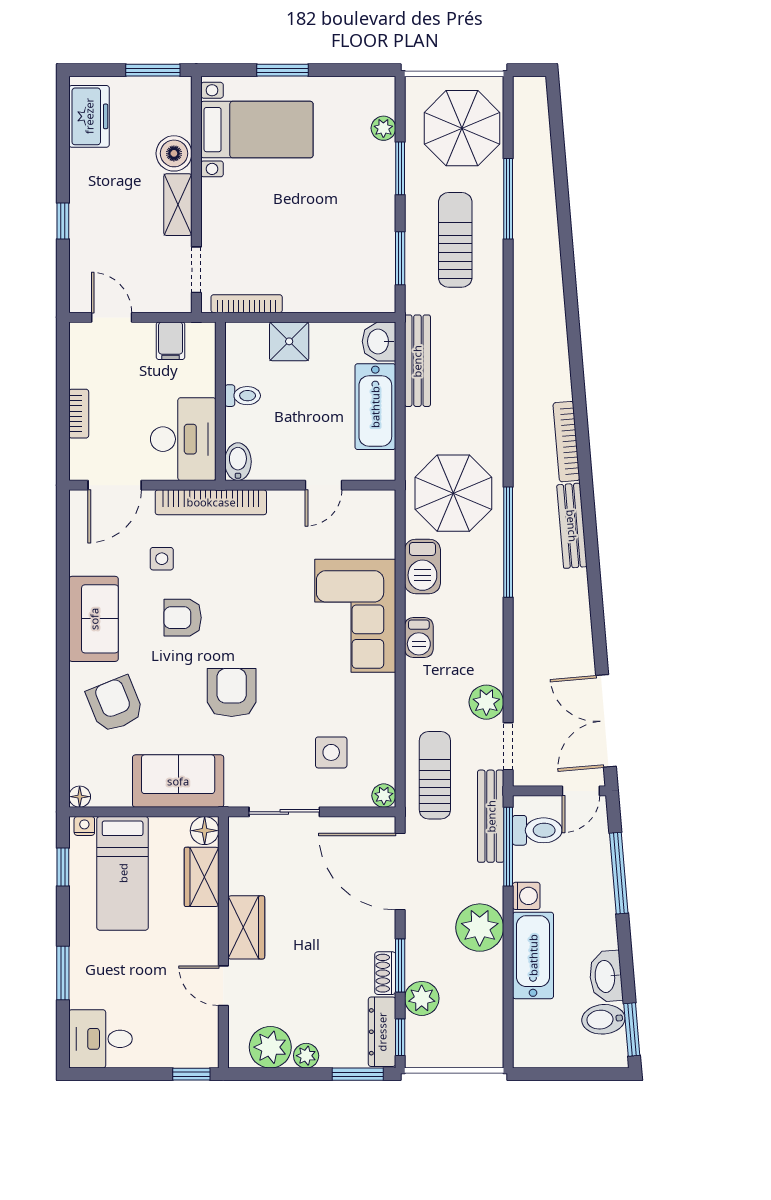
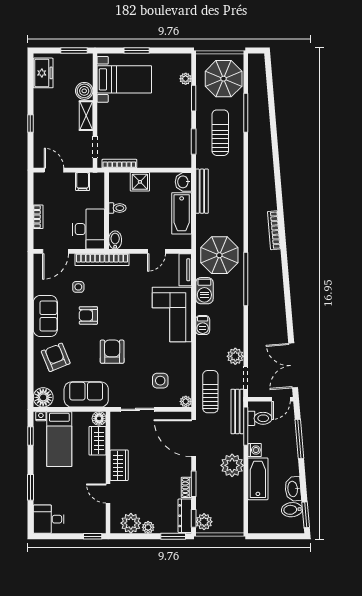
tv unit: (383, 523) -> (185, 270), added
bench: (572, 526) -> (277, 271), removed
floor lamp: (80, 797) -> (43, 397), width x1.89, depth x1.89
plant: (422, 998) -> (204, 522), moved

